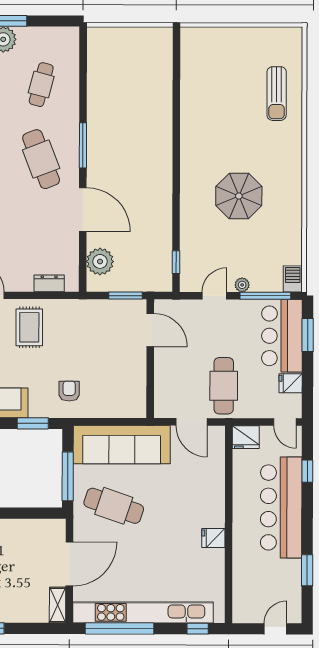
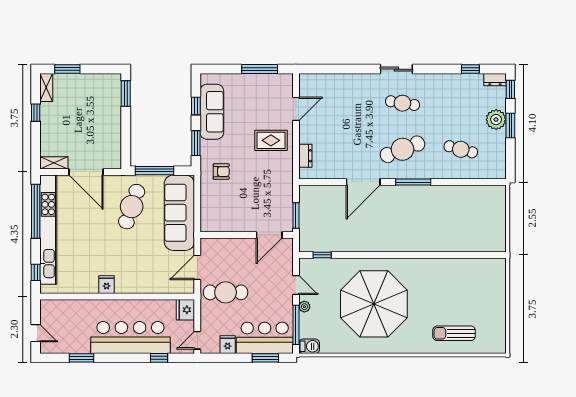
parasol: (239, 196) -> (374, 304), width x1.86, depth x1.86
plant: (100, 261) -> (323, 196), removed

